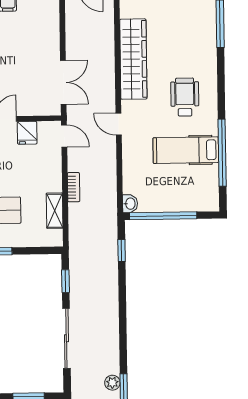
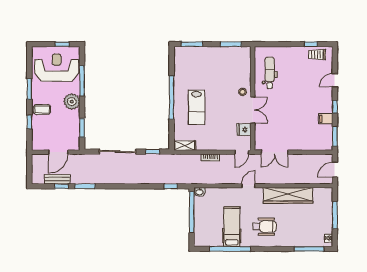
shelving: (55, 211) -> (185, 146), moved
plant: (112, 383) -> (90, 179), removed

